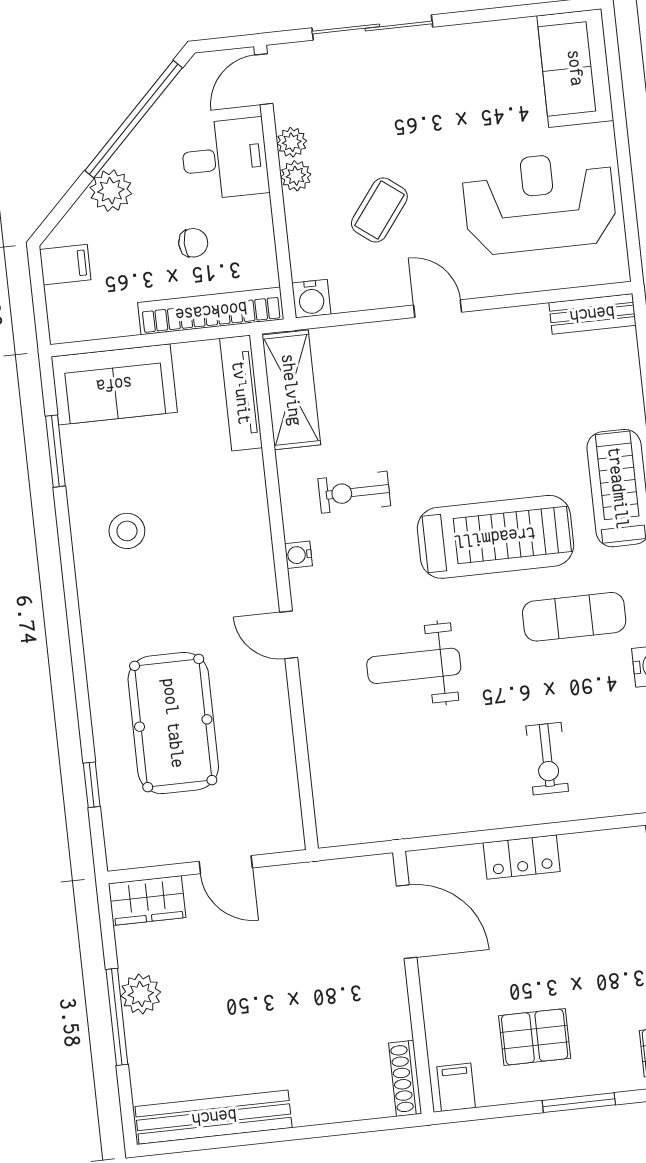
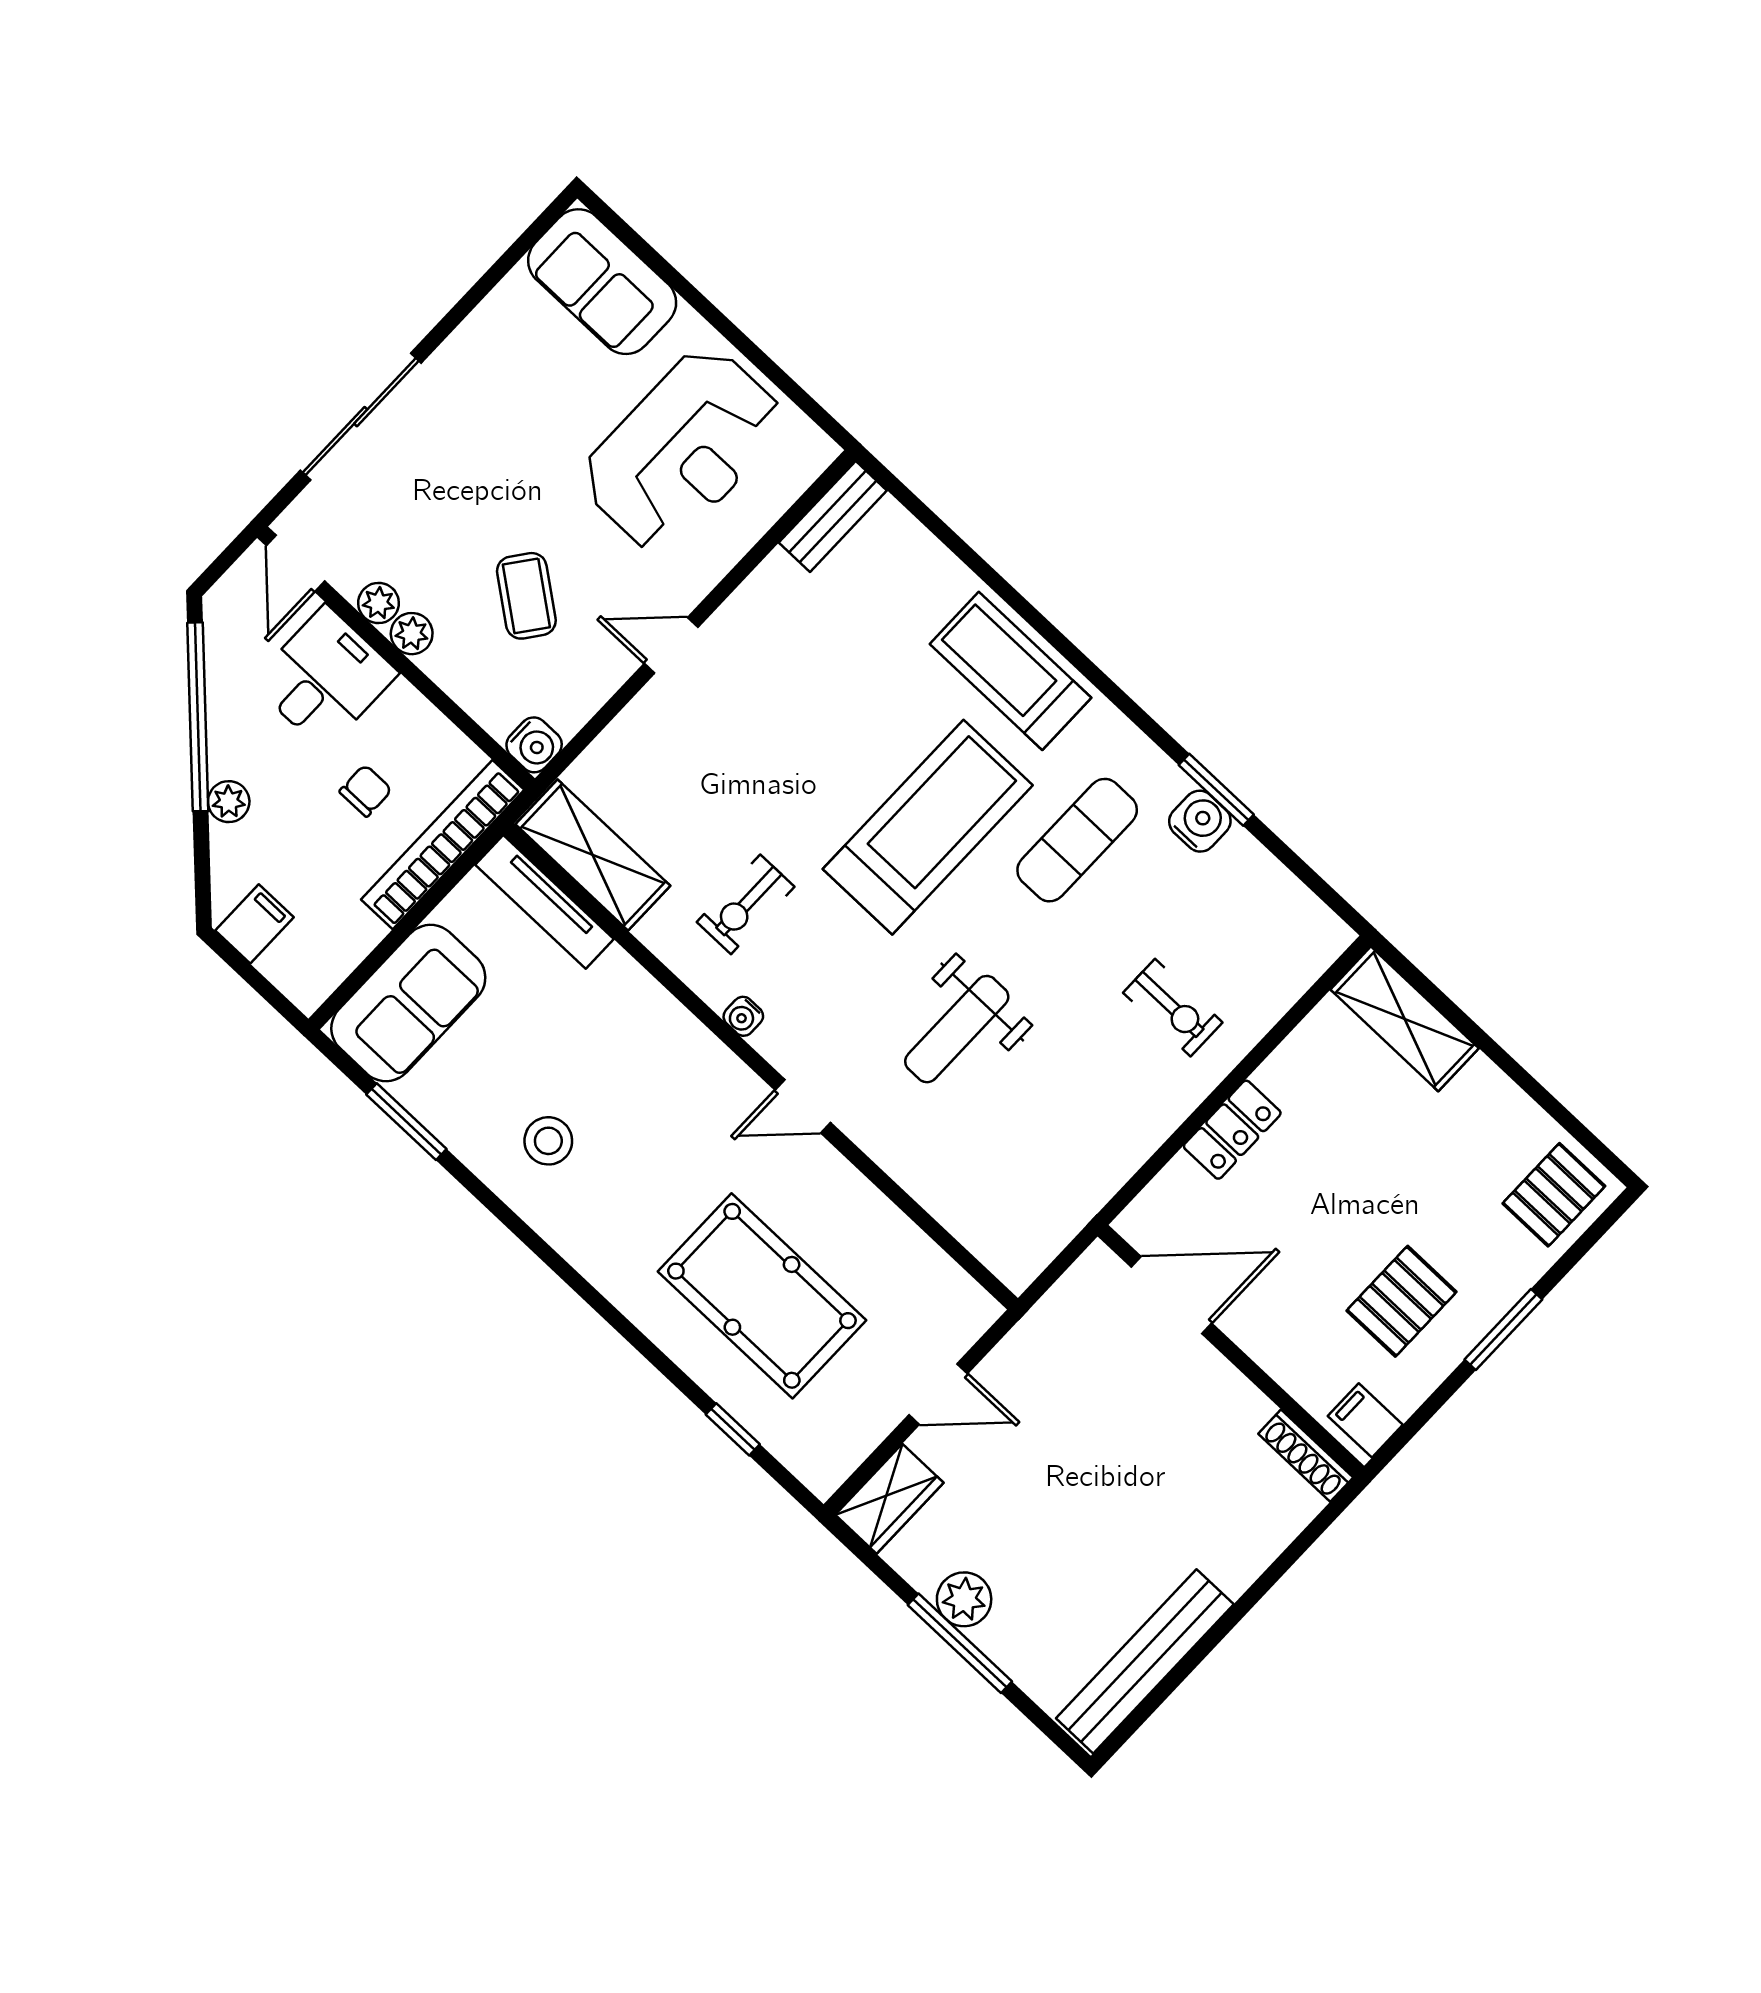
plant: (111, 191) -> (229, 802), width x0.73, depth x0.73
reception desk: (539, 203) -> (682, 449), turned 180

